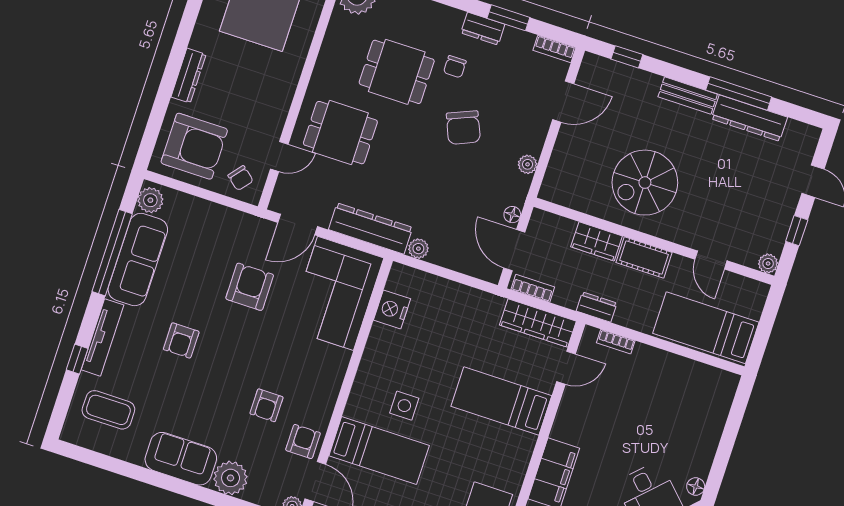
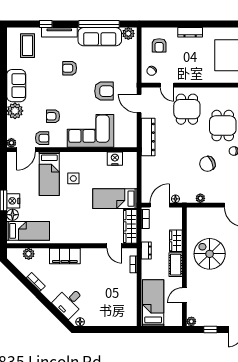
armchair: (194, 146) -> (159, 45), width x0.53, depth x0.53
plant: (418, 249) -> (146, 162), removed
corner sofa: (336, 293) -> (91, 131), moved
bed: (501, 401) -> (115, 199), moved, turned -90

